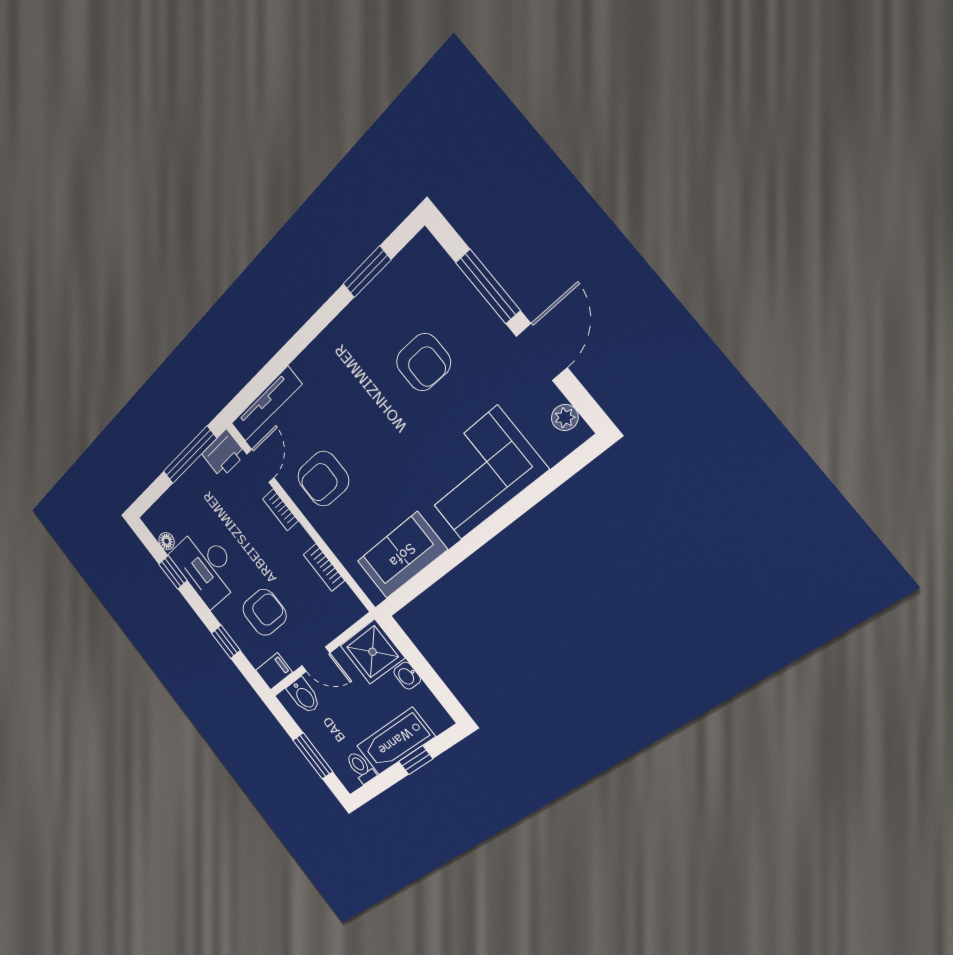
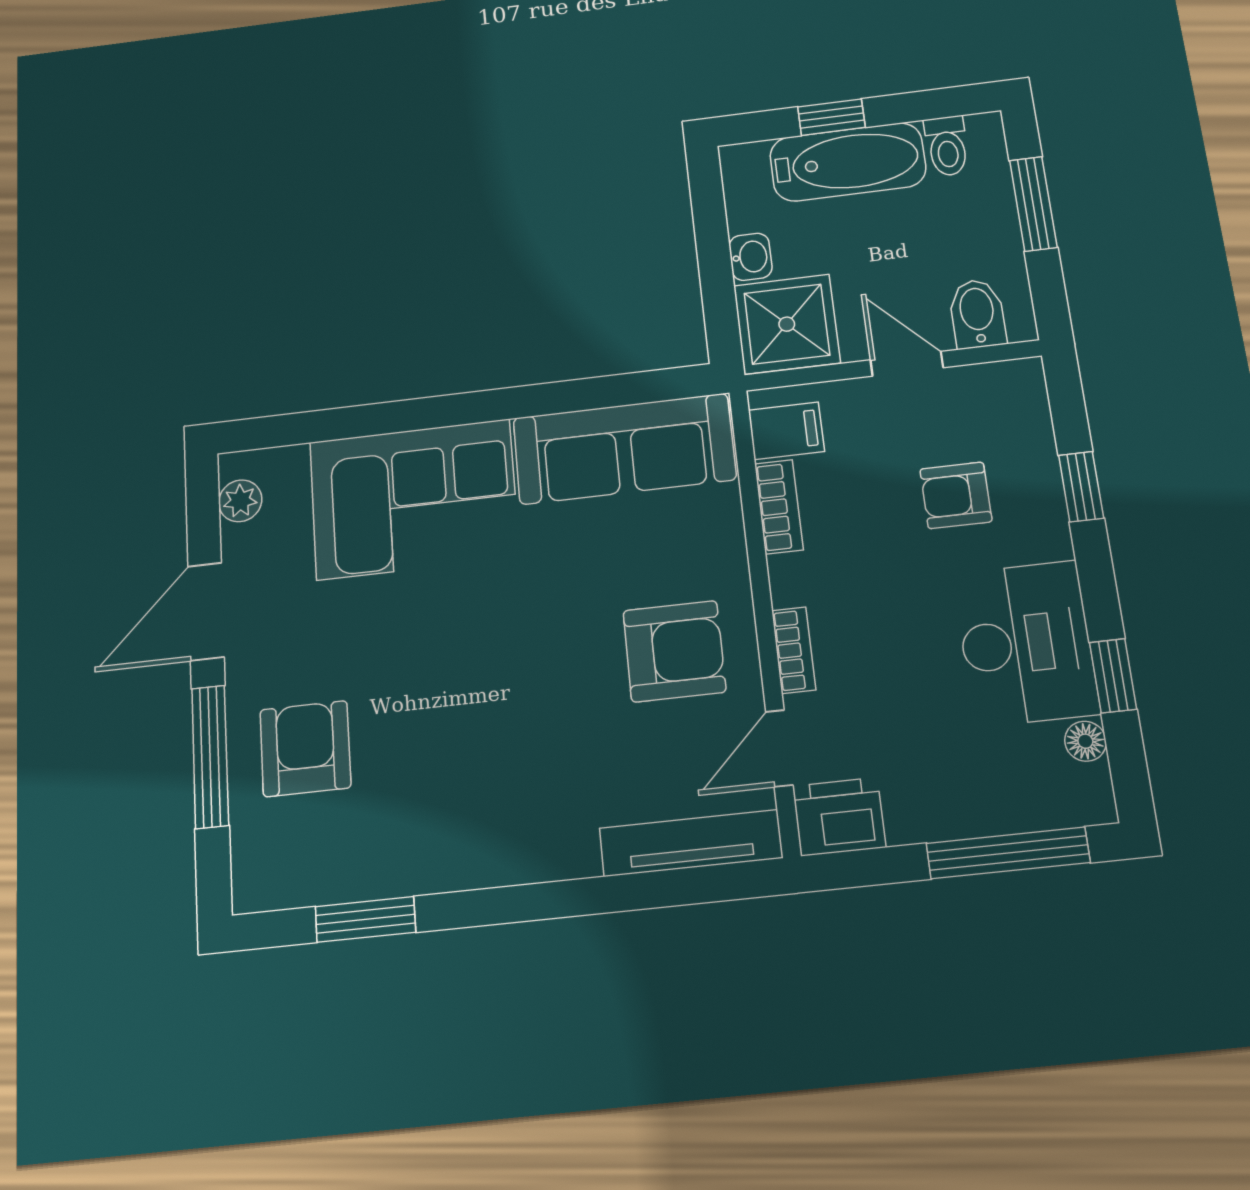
armchair: (423, 362) -> (305, 749), moved
window: (190, 455) -> (1008, 853), moved
sofa: (402, 555) -> (624, 449), width x1.36
armchair: (264, 612) -> (956, 495), width x0.72, depth x0.72
filing cabinet: (274, 671) -> (786, 431), moved, turned 180

